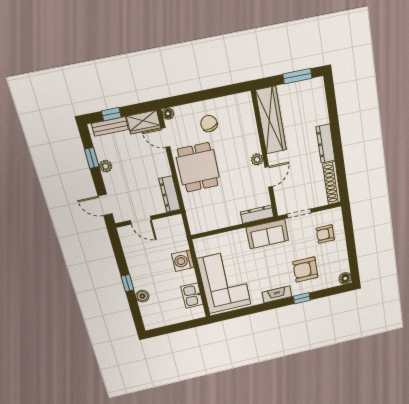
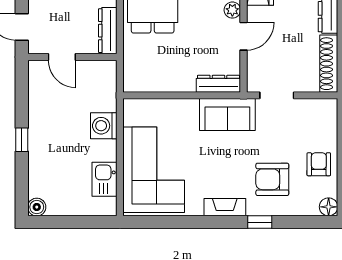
armchair: (325, 234) -> (319, 164), moved, turned 90
boiler: (142, 296) -> (37, 207), moved

